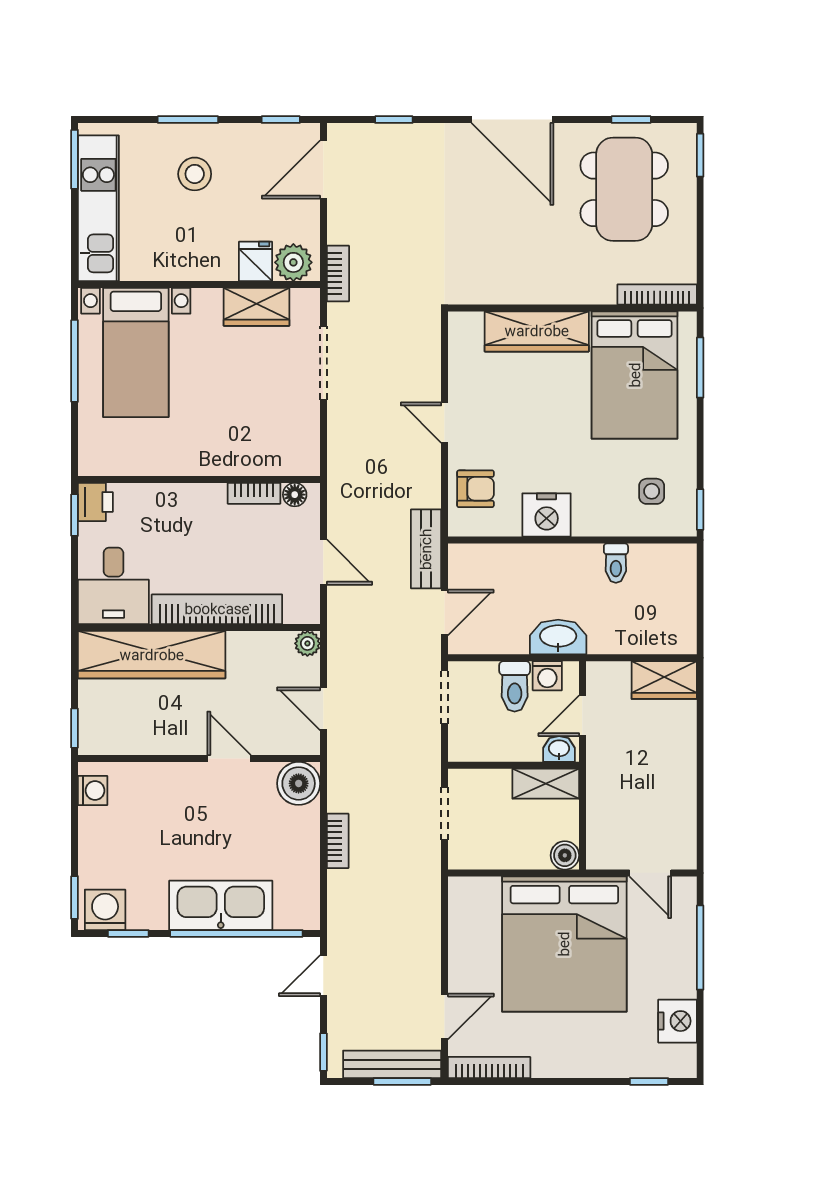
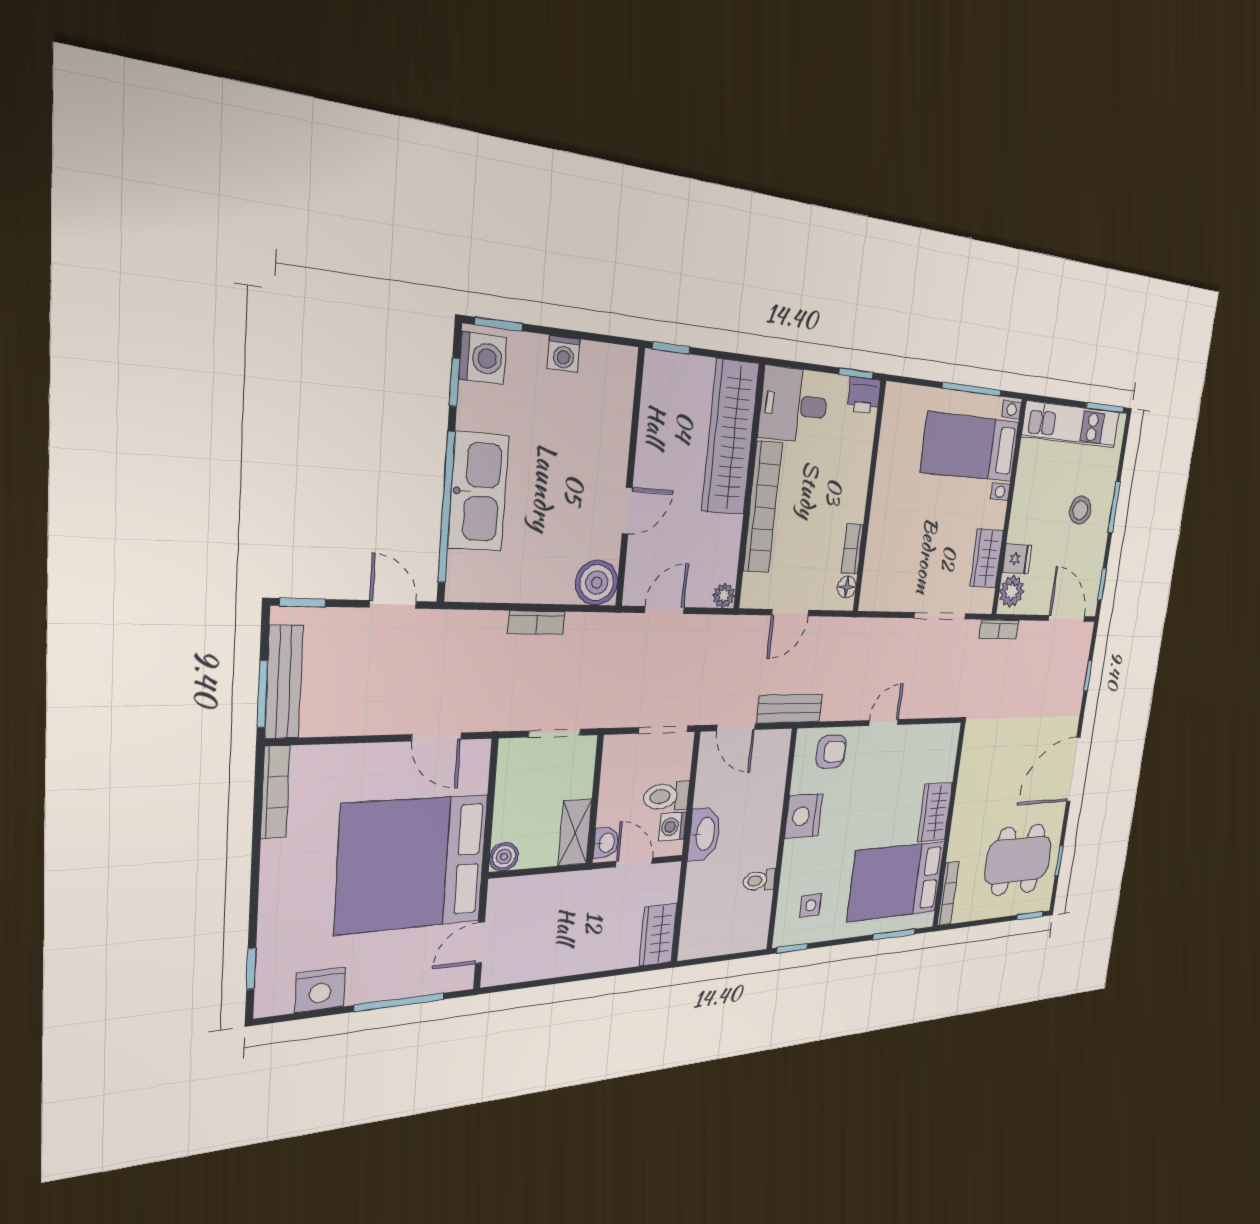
wardrobe: (537, 331) -> (935, 812), width x0.67
armchair: (475, 489) -> (831, 752), turned -90
washing machine: (93, 790) -> (564, 354), moved
door: (445, 1017) -> (436, 737), moved

